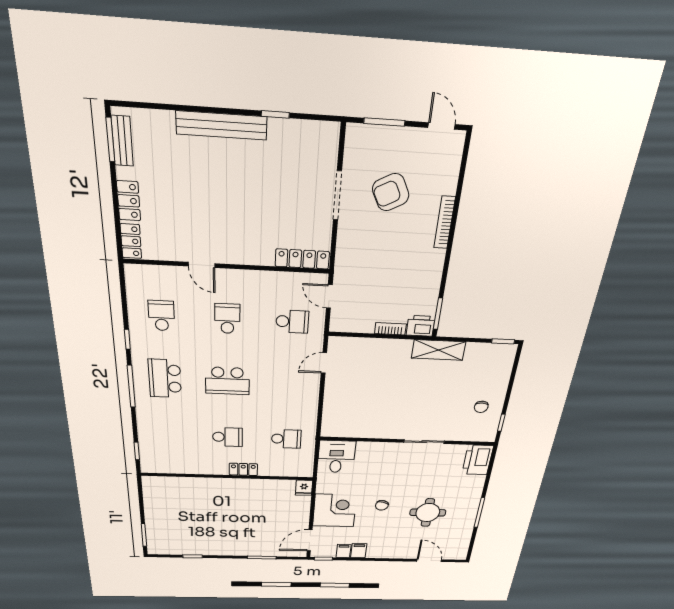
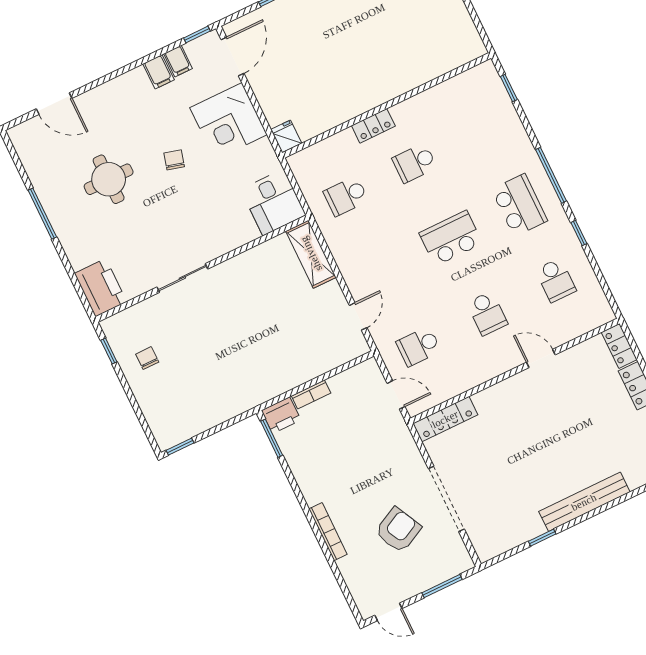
doorway: (337, 196) -> (446, 499), width x1.36
shelving: (438, 350) -> (311, 254), moved, turned 90

